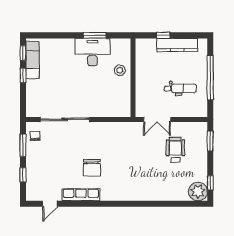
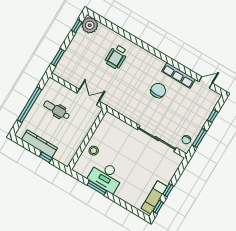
wheelchair: (175, 150) -> (116, 57), moved

